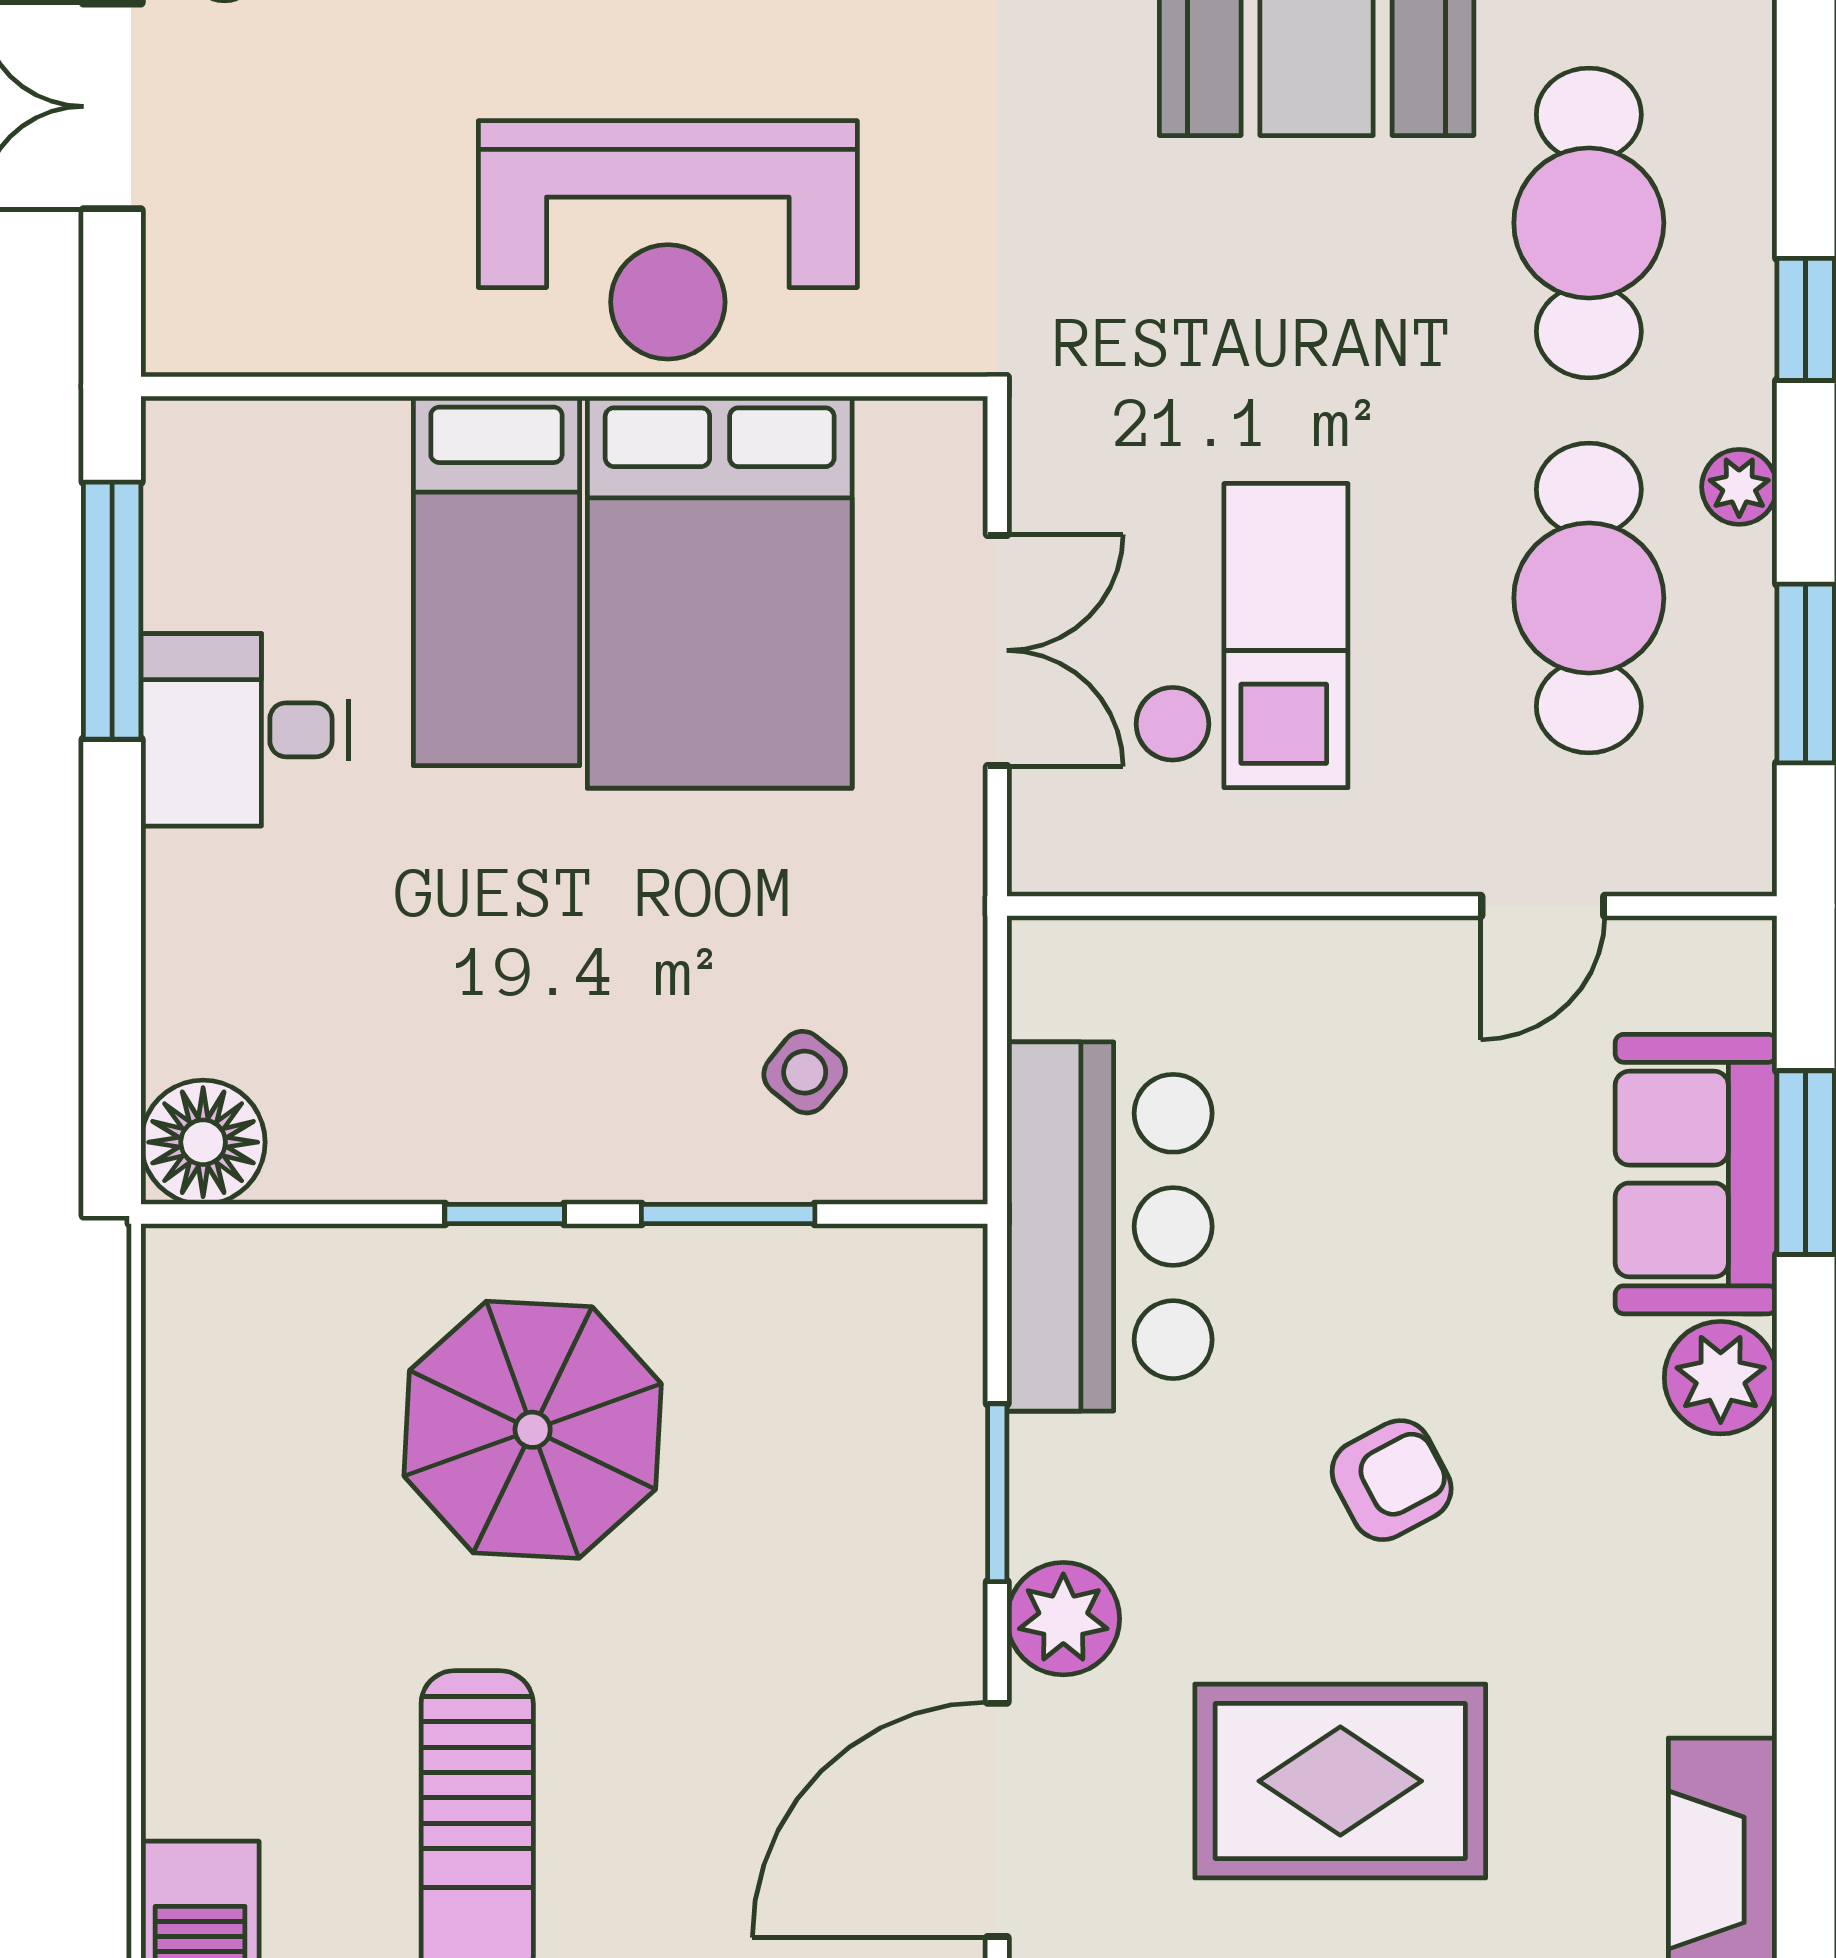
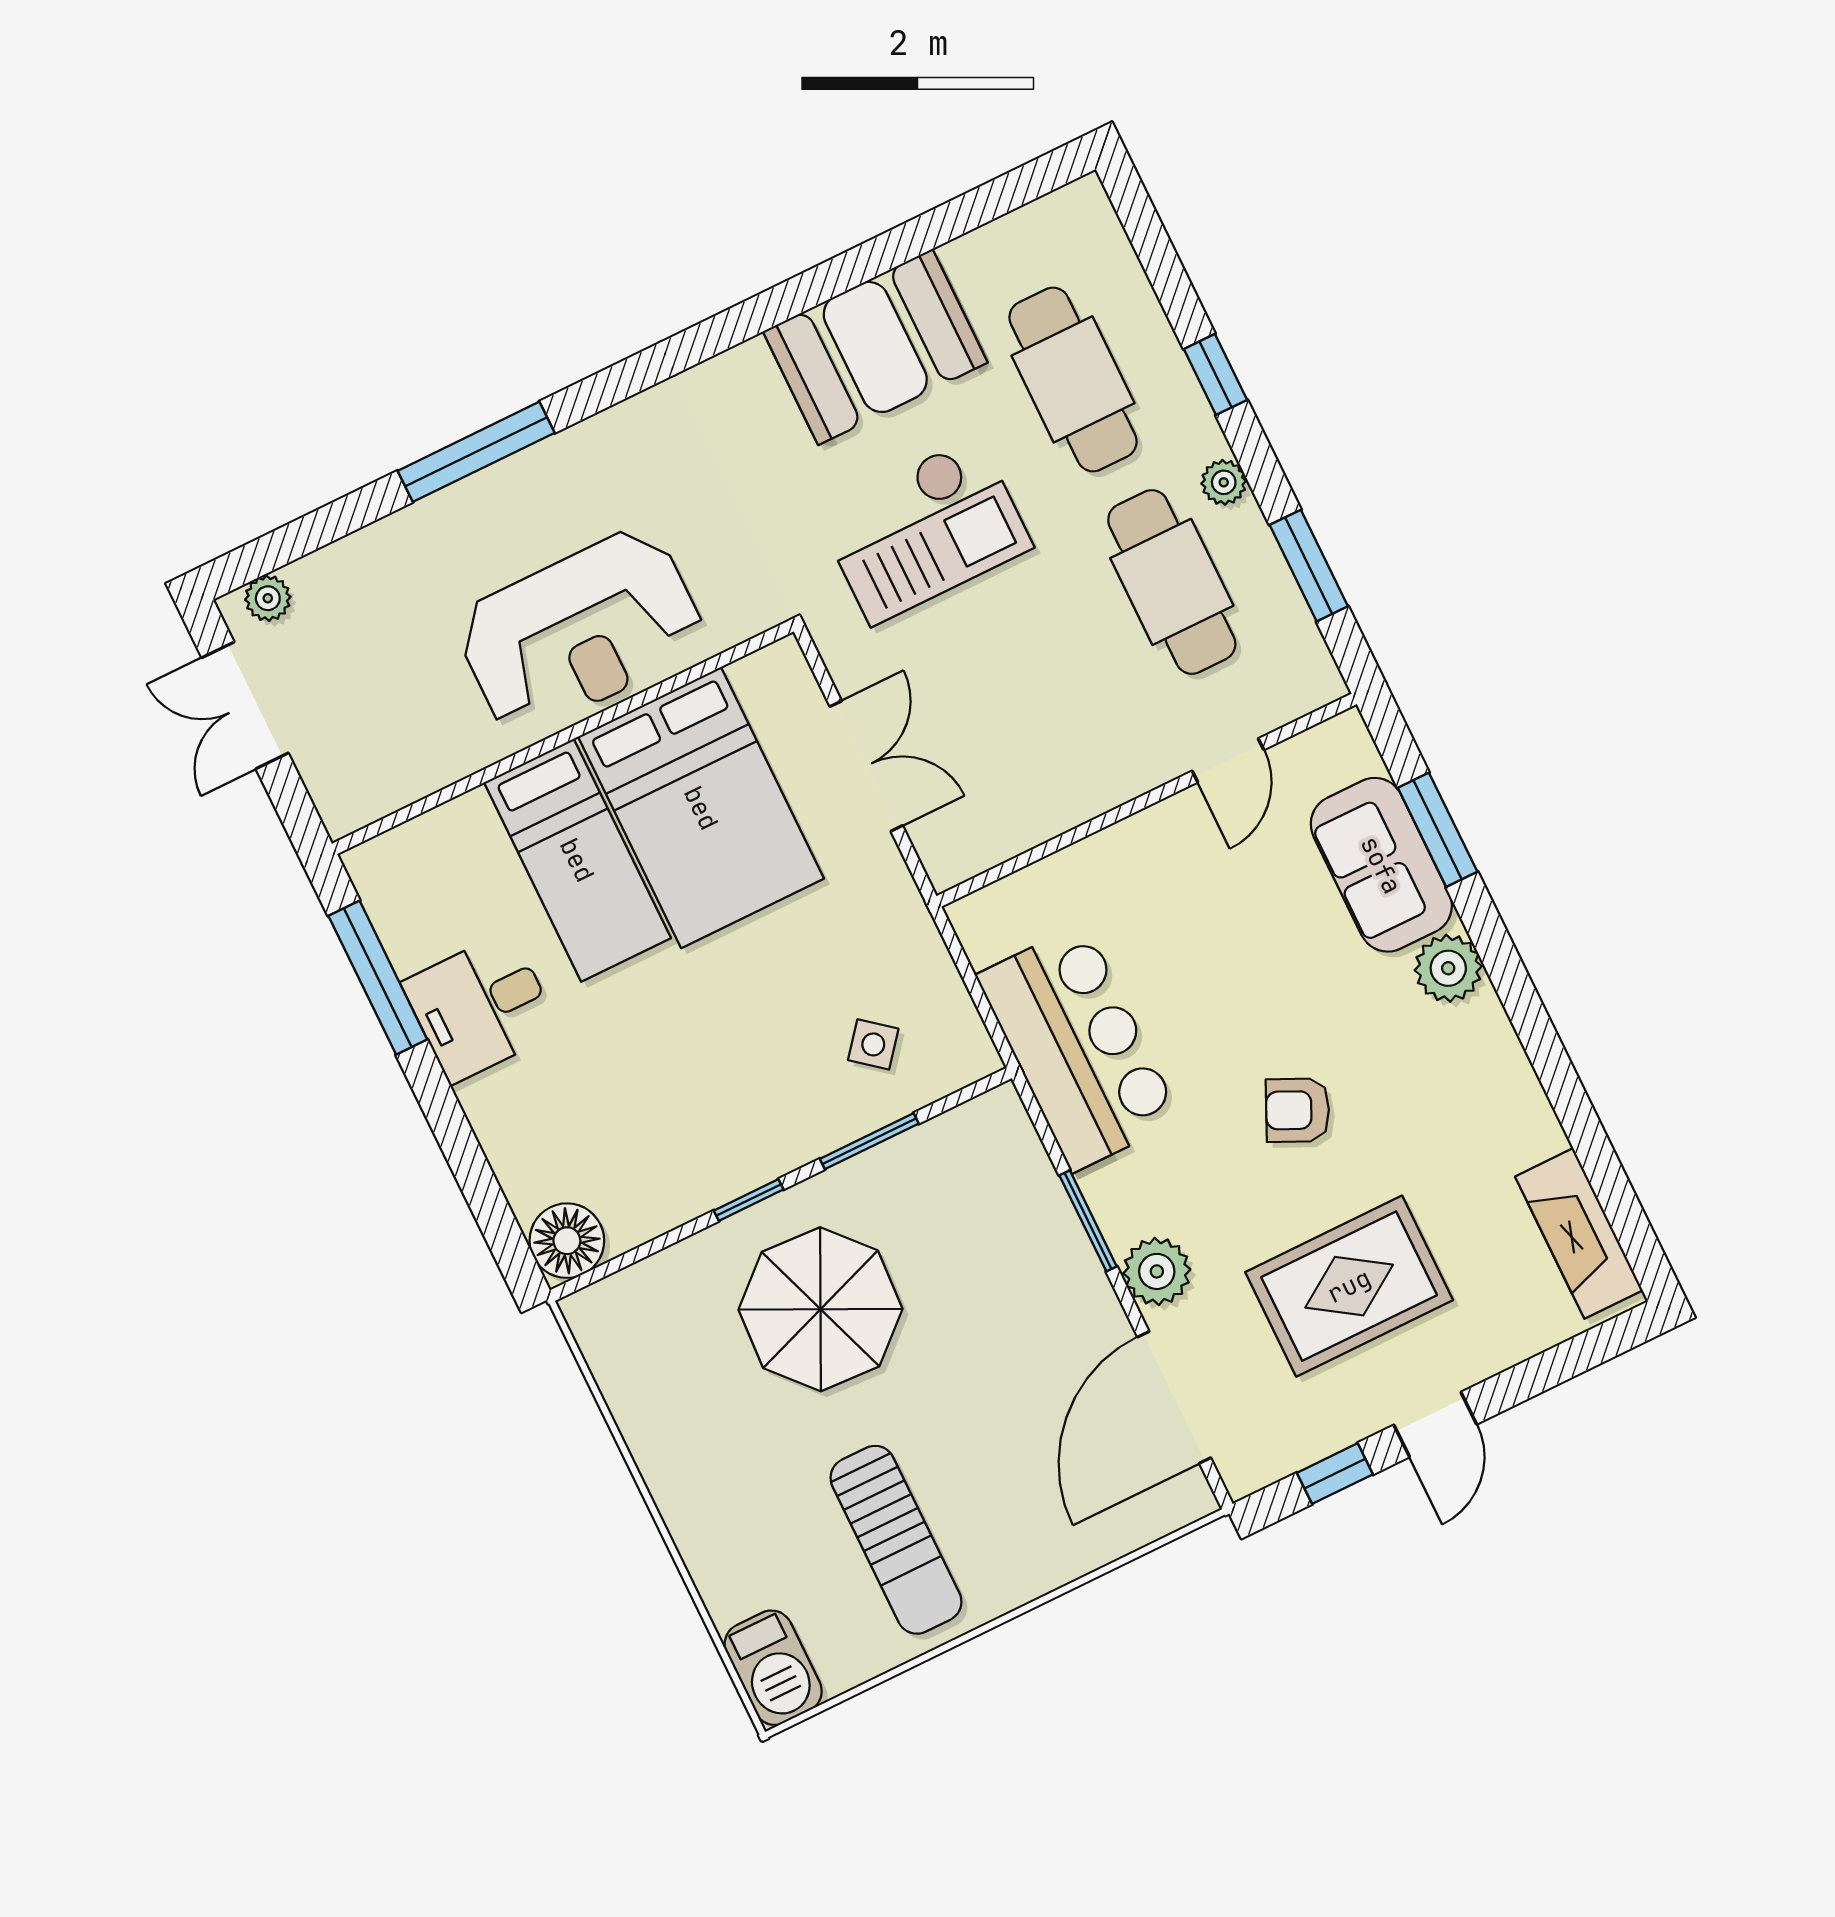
checkout: (1241, 636) -> (925, 530), moved, turned 90
armchair: (1392, 1480) -> (1298, 1110), turned -127

